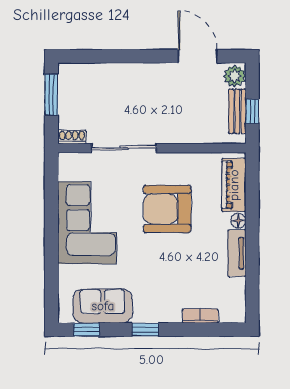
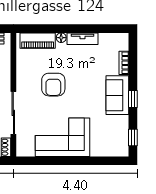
armchair: (167, 209) -> (53, 85), width x0.73, depth x0.73
sofa: (103, 306) -> (117, 95), moved

